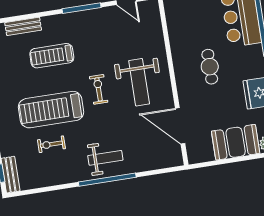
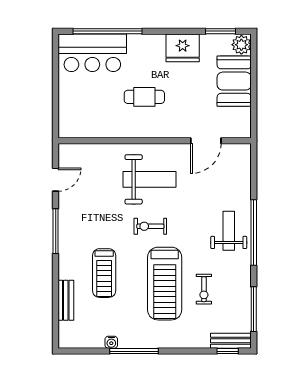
door: (180, 126) -> (206, 141), width x0.73
window: (41, 190) -> (254, 309), added

